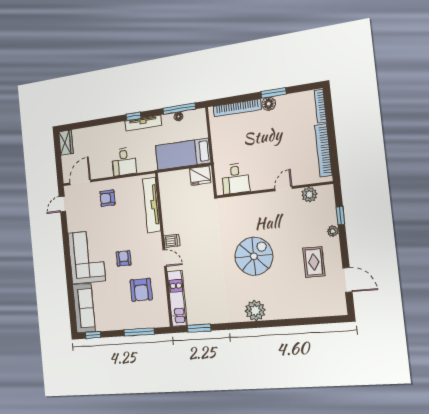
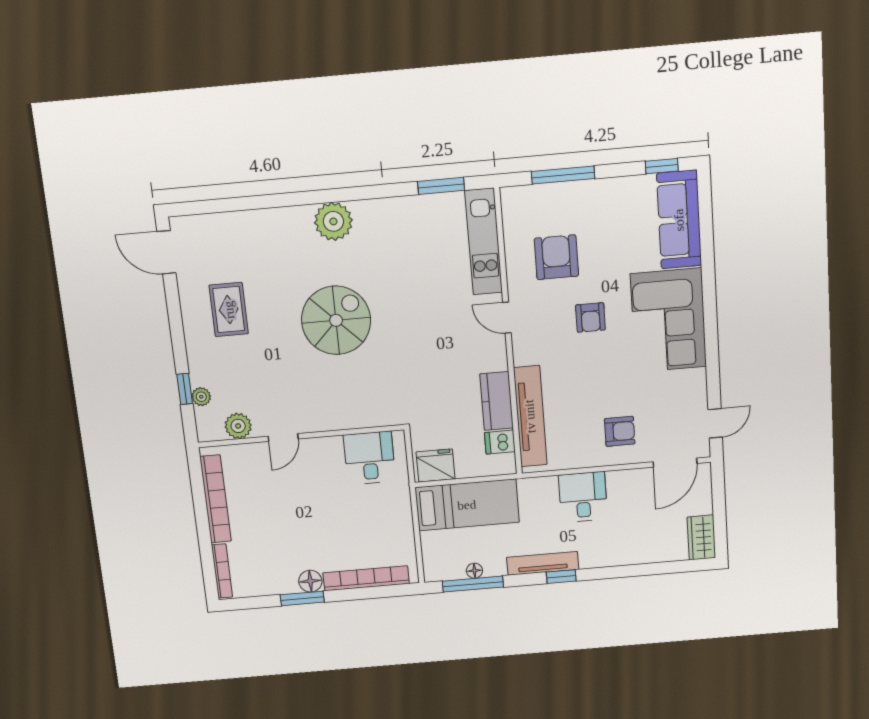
kitchen counter: (169, 213) -> (497, 401), added
plant: (333, 231) -> (201, 397), moved
dishwasher: (172, 241) -> (500, 442), moved
spiral stairs: (254, 256) -> (336, 320), turned 180
door: (347, 280) -> (166, 252), moved

